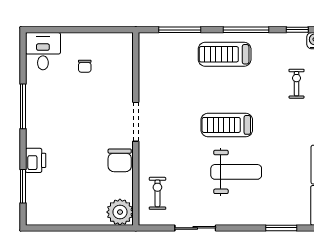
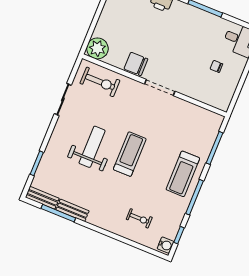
treadmill: (225, 54) -> (183, 174), turned 180
weight bench: (236, 172) -> (92, 147), turned 180
exercise bike: (157, 193) -> (100, 82), width x1.38, depth x1.39

